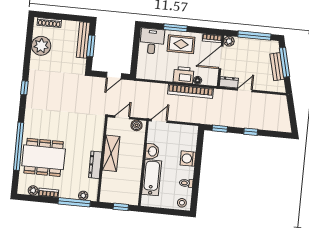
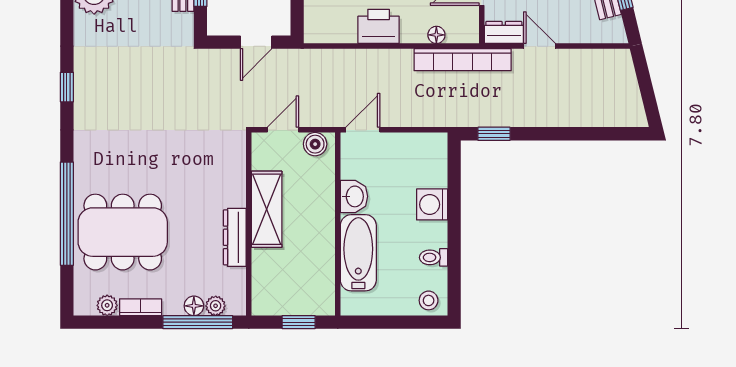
printer: (183, 75) -> (379, 26), moved
door: (245, 90) -> (540, 46), hinge flipped
bookcase: (191, 91) -> (463, 60), moved
window: (251, 132) -> (561, 134), removed
floor lamp: (73, 195) -> (194, 306), added

